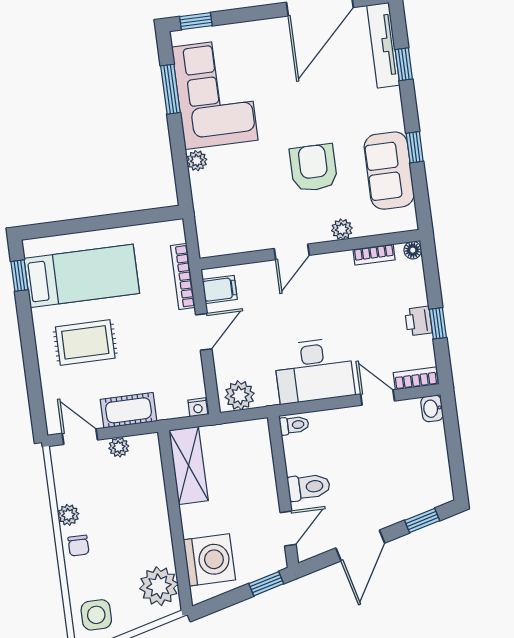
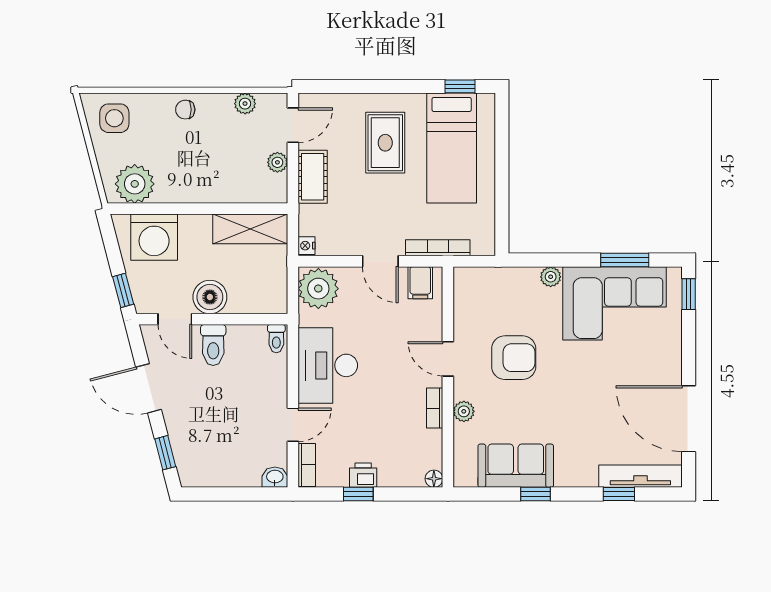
armchair: (314, 168) -> (514, 358), moved
bookcase: (374, 255) -> (435, 408), moved
plant: (240, 395) -> (318, 289), width x1.36, depth x1.36
boiler: (262, 497) -> (210, 297), added
plant: (68, 515) -> (245, 104), moved

